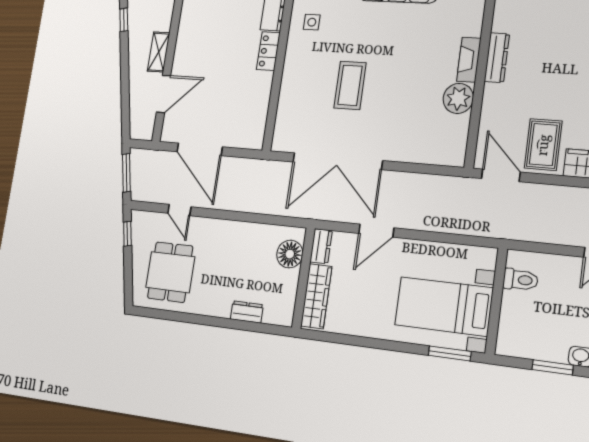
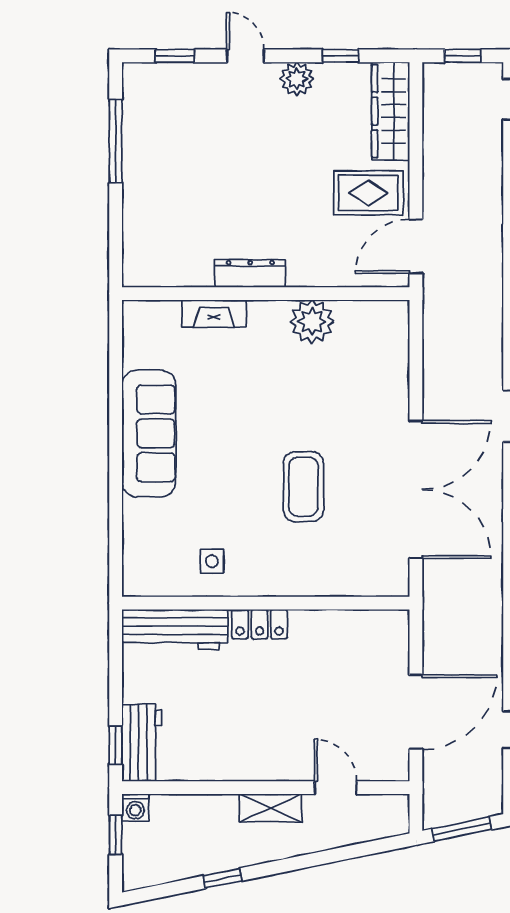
fireplace: (469, 60) -> (214, 314), moved
coffee table: (350, 85) -> (303, 487), turned 90
door: (164, 94) -> (336, 788), width x0.73

